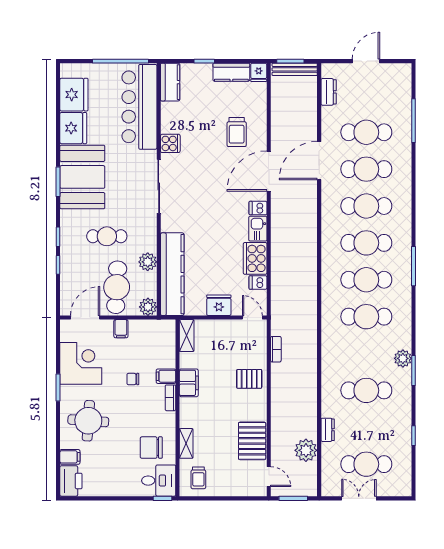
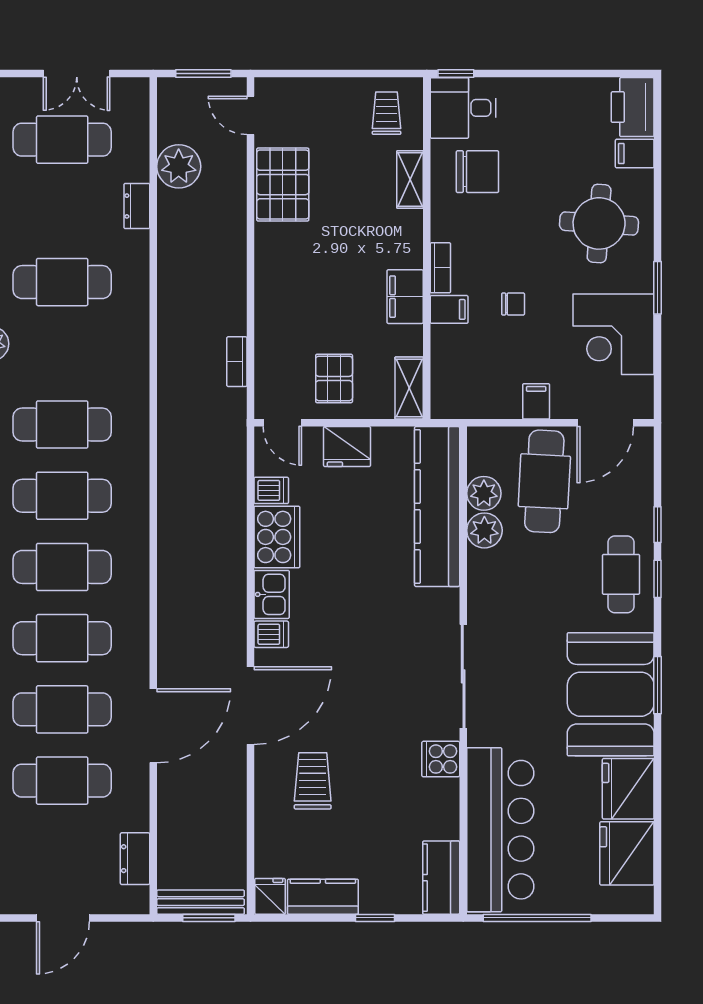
cafe table: (107, 236) -> (621, 574), moved, turned 90
plant: (148, 307) -> (484, 493), moved
pallet: (249, 379) -> (334, 378), moved, turned 90

